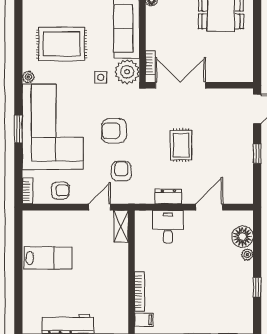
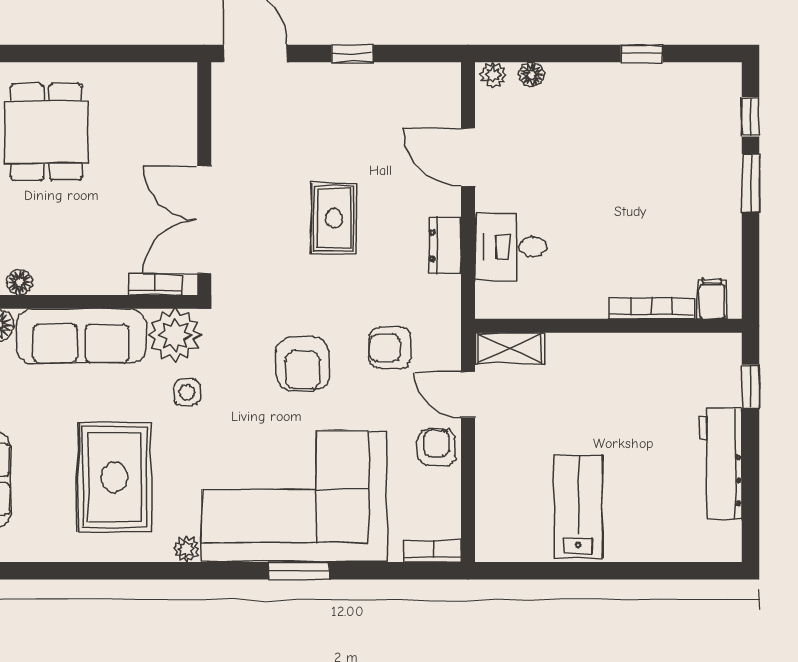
rug: (181, 145) -> (334, 218), turned 90
armchair: (60, 190) -> (437, 448), moved
floor lamp: (242, 237) -> (532, 74), width x0.53, depth x0.53
plant: (247, 254) -> (493, 75), moved

